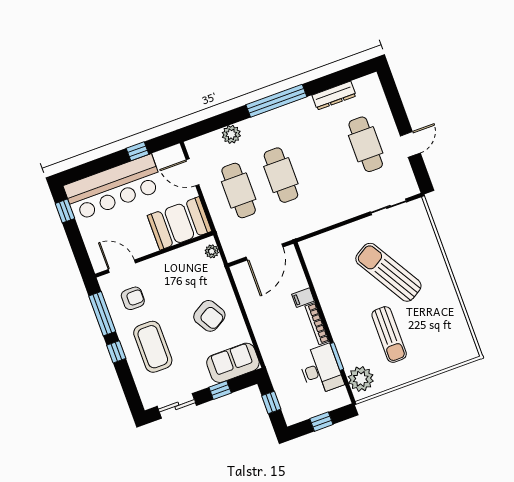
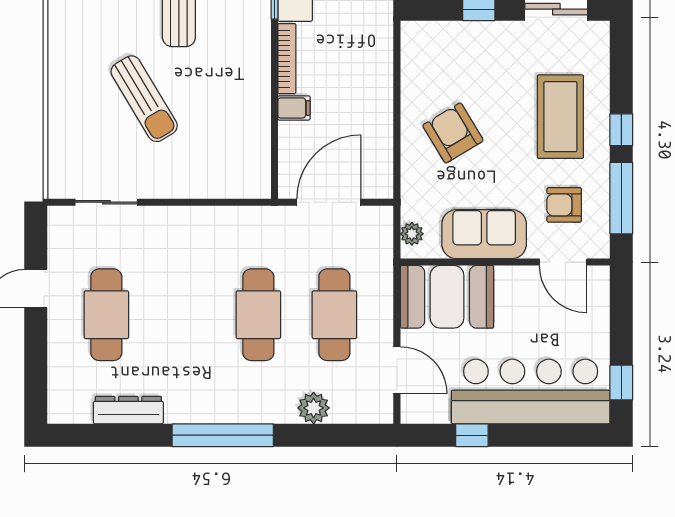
sun lounger: (388, 272) -> (144, 99), width x0.73, depth x0.75
sofa: (233, 363) -> (484, 234), moved, turned 180

